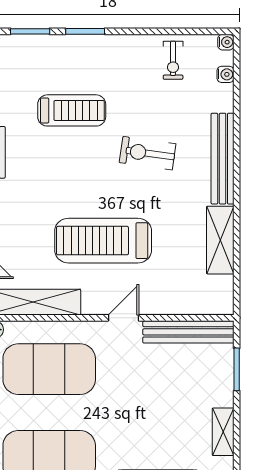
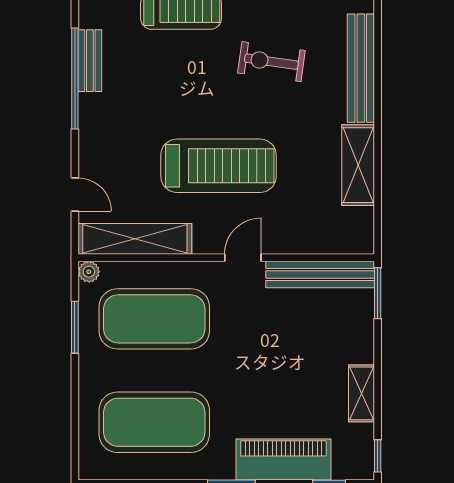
treadmill: (103, 241) -> (219, 166), turned 180
window: (237, 369) -> (378, 293), moved

